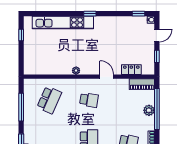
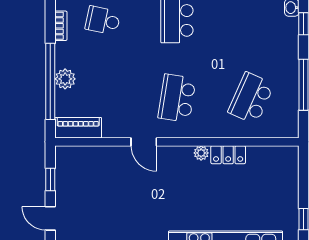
door: (157, 35) -> (50, 218), hinge flipped
locker: (131, 70) -> (228, 155), moved
school desk: (89, 100) -> (177, 98), width x1.85

